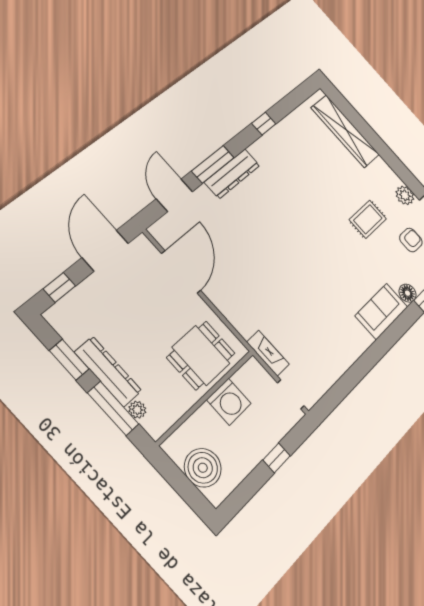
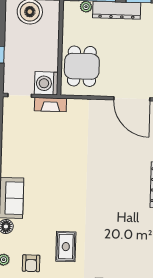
washing machine: (229, 402) -> (46, 83), moved

